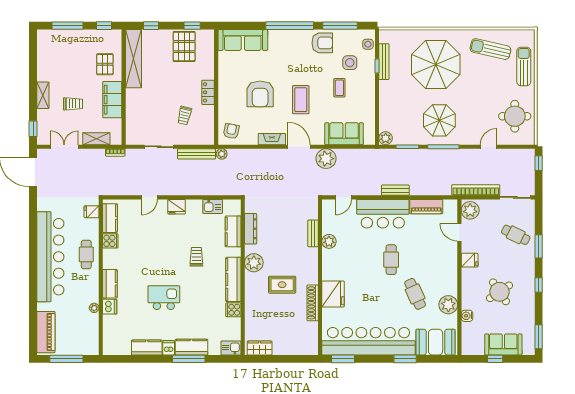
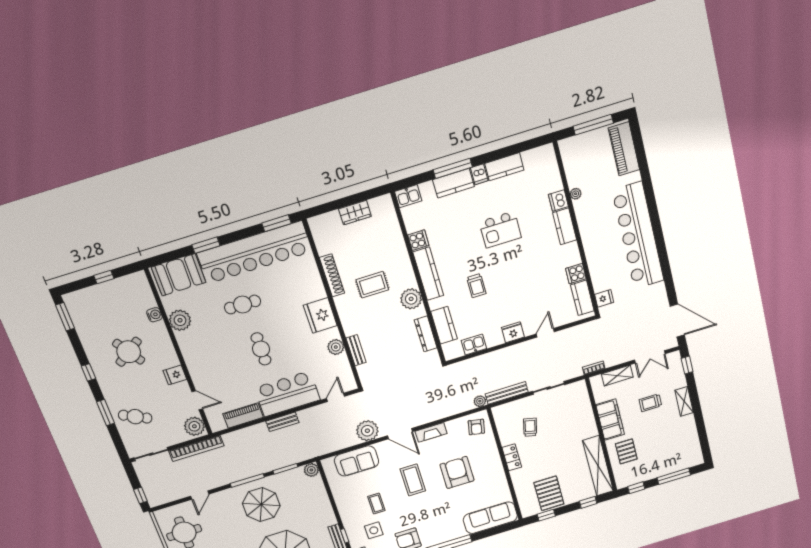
cafe table: (86, 254) -> (599, 251), removed
fridge: (333, 294) -> (320, 315), moved
cafe table: (415, 294) -> (243, 305), moved, turned -65
sofa: (503, 344) -> (101, 296), removed
wardrobe: (260, 348) -> (355, 213), moved

